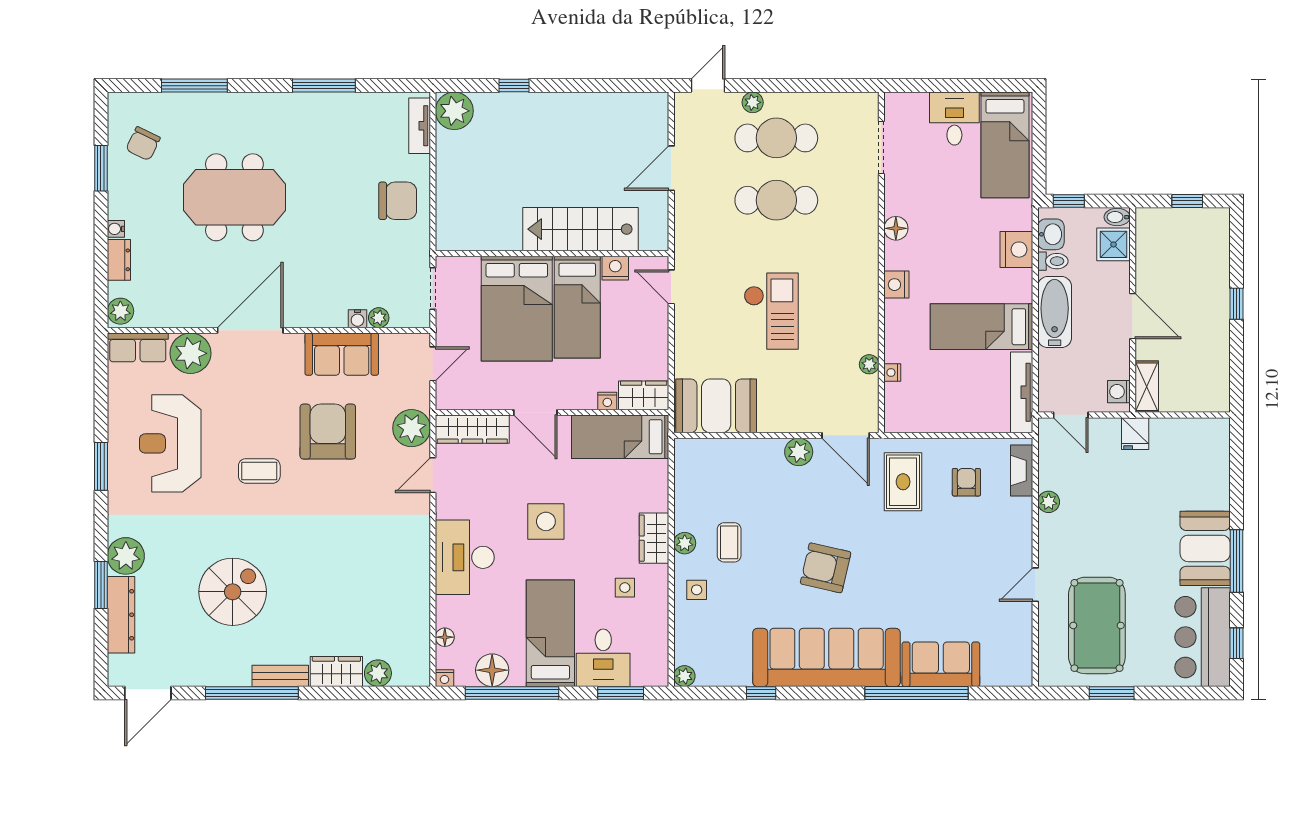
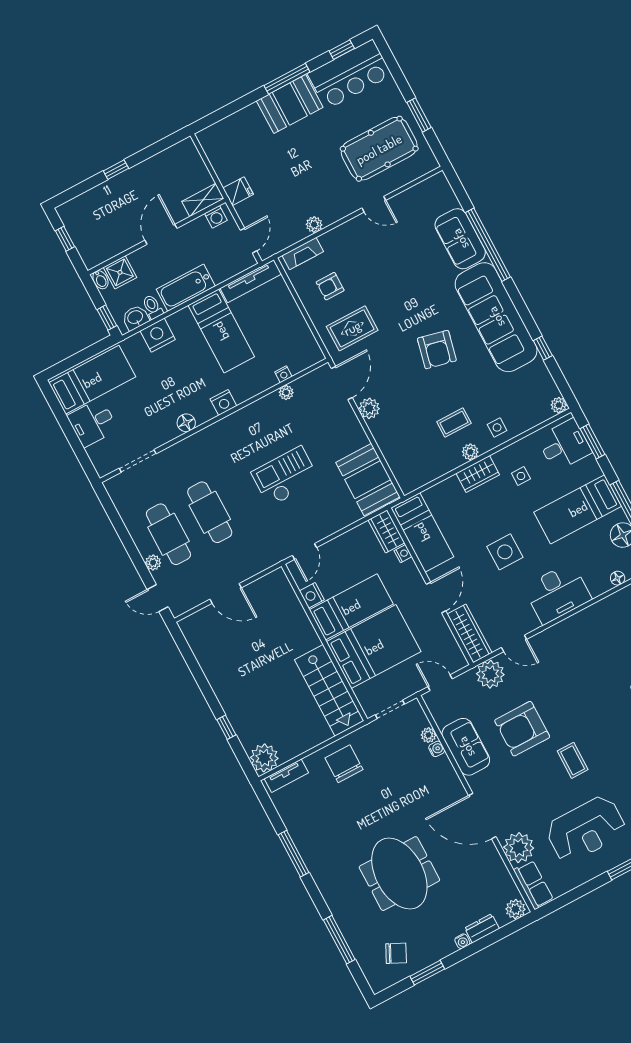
stairs: (581, 229) -> (329, 690), moved
desk: (603, 658) -> (564, 445), moved

